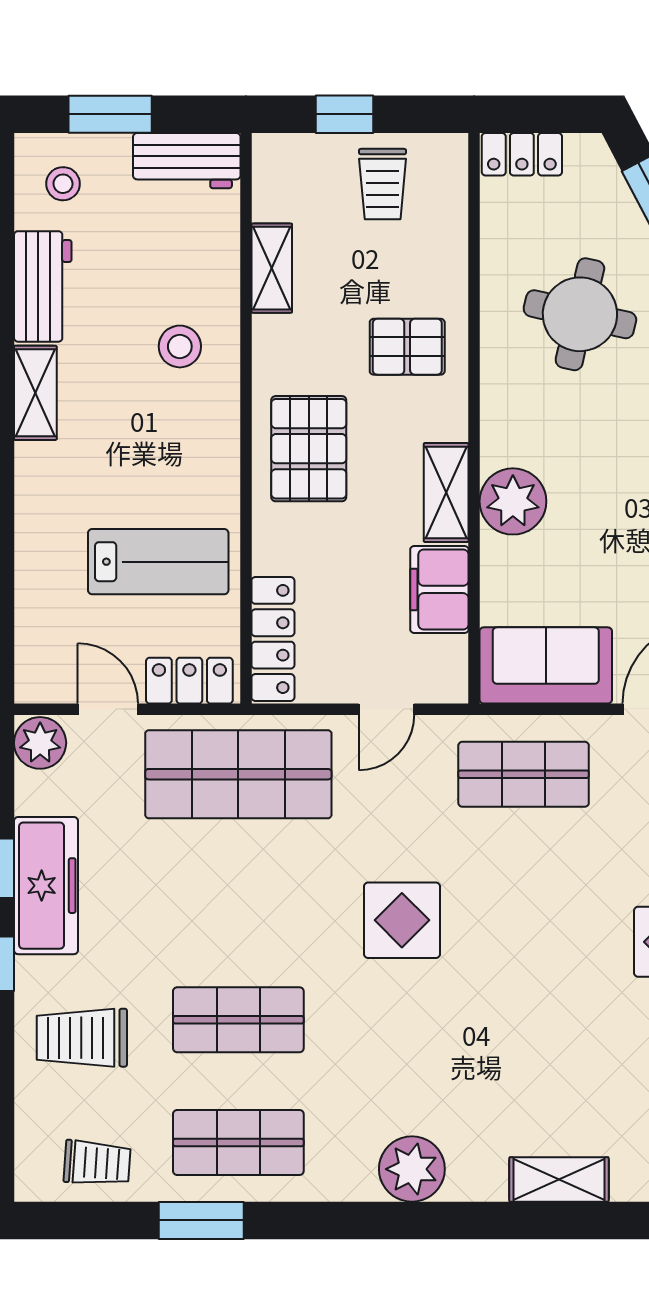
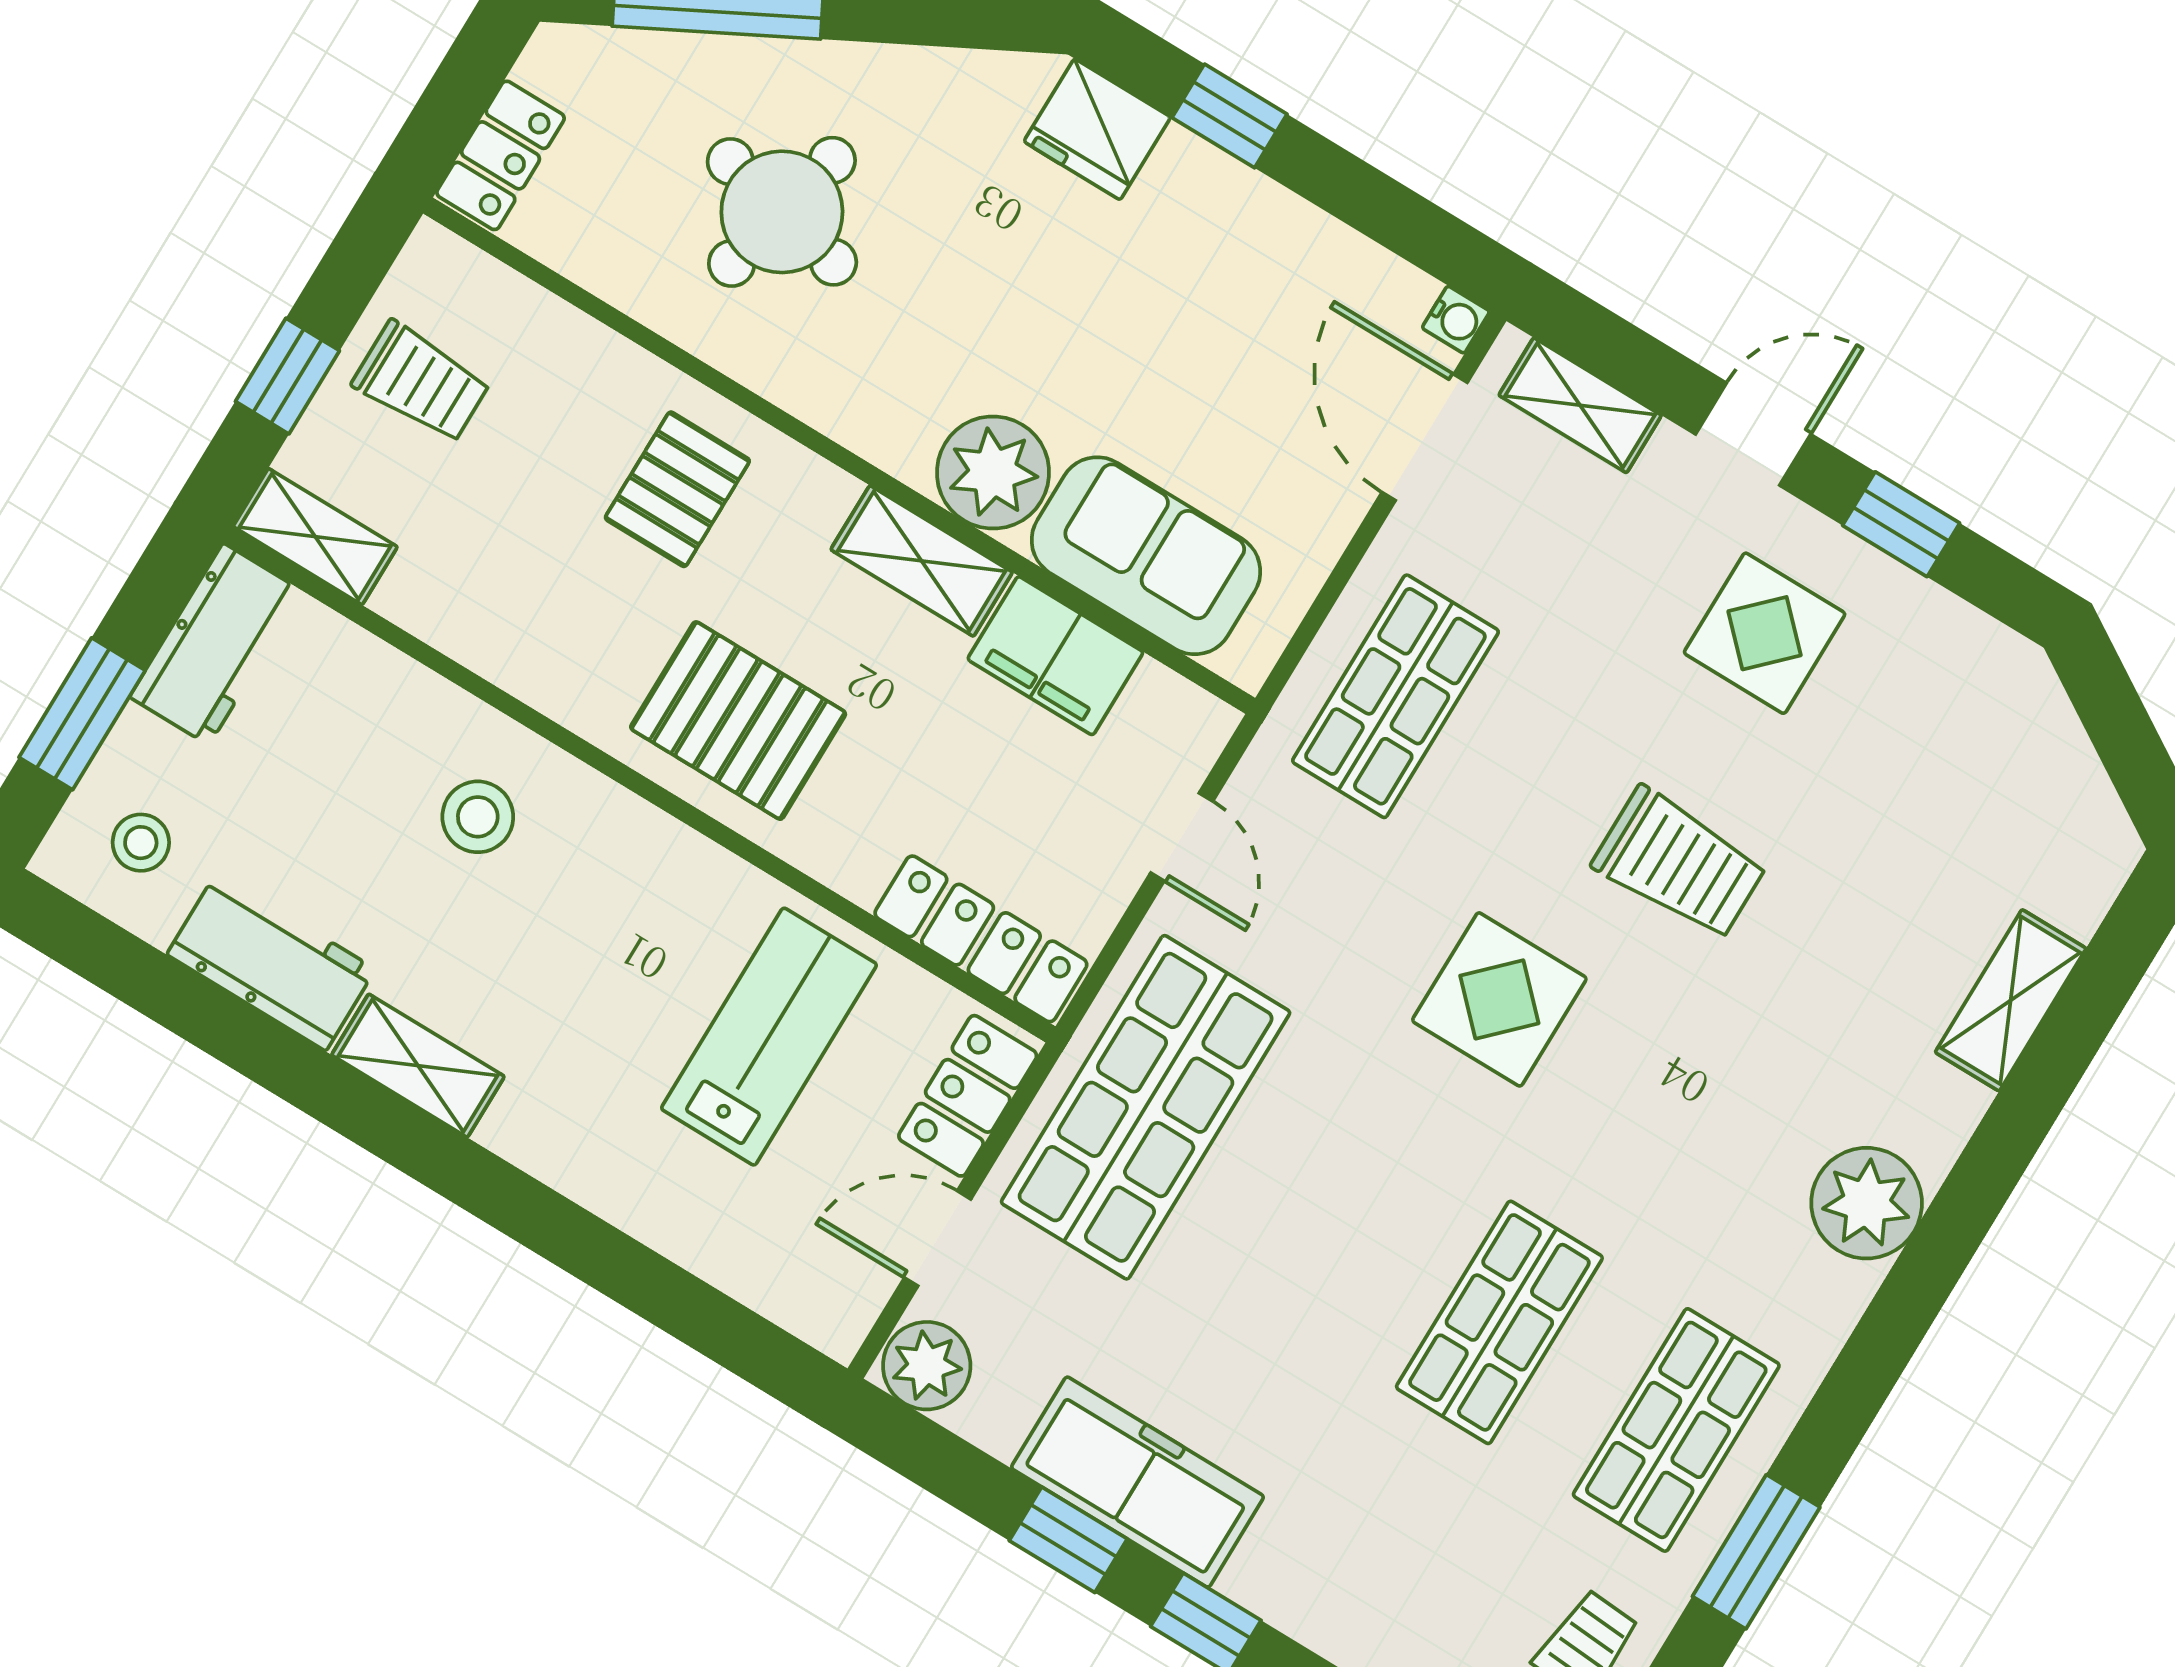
shelving: (272, 268) -> (315, 537), moved
sofa: (546, 665) -> (1146, 556), moved, turned 90
trolley: (82, 1038) -> (1680, 864), moved, turned -90

